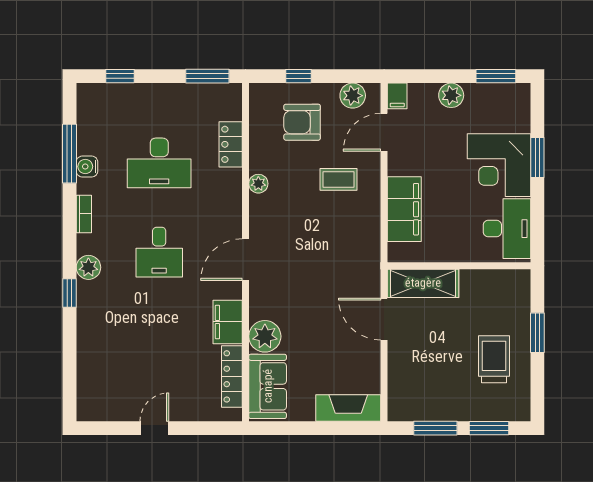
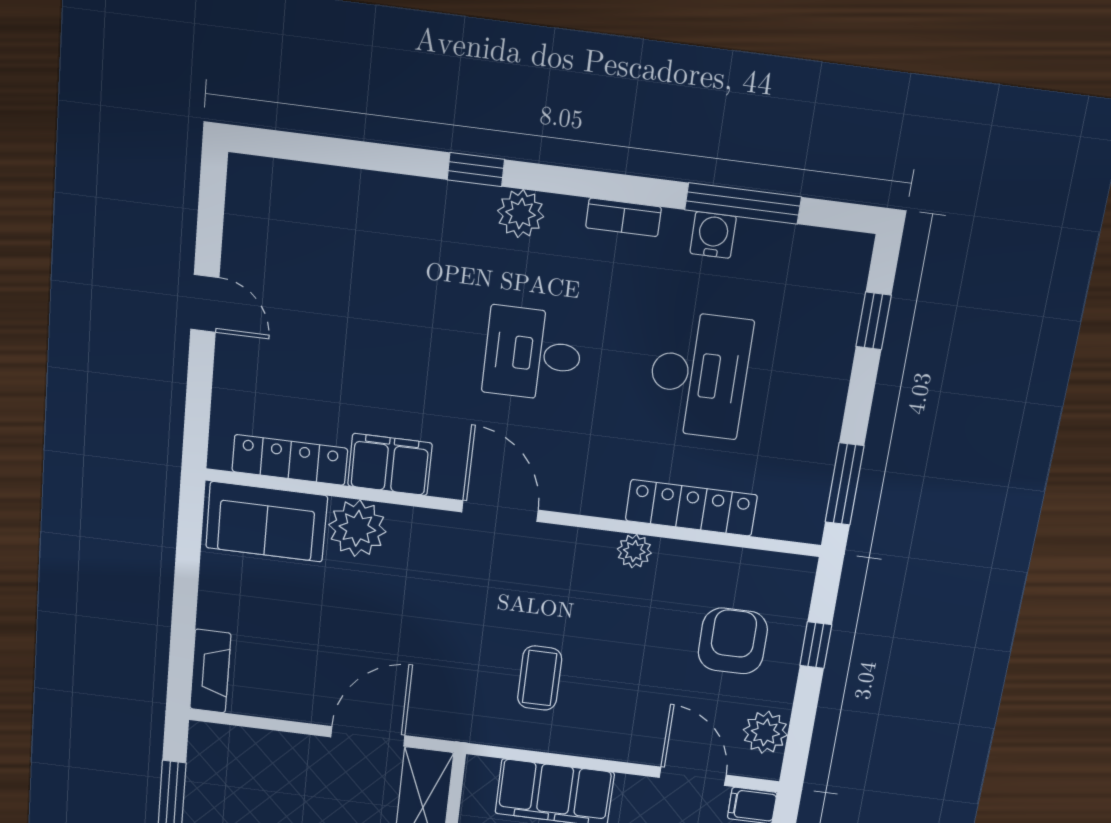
locker: (231, 144) -> (691, 508), width x1.53
desk: (159, 163) -> (699, 375), turned 180
coffee table: (339, 179) -> (540, 678), moved
fireplace: (348, 408) -> (210, 671), width x0.73, depth x0.76

